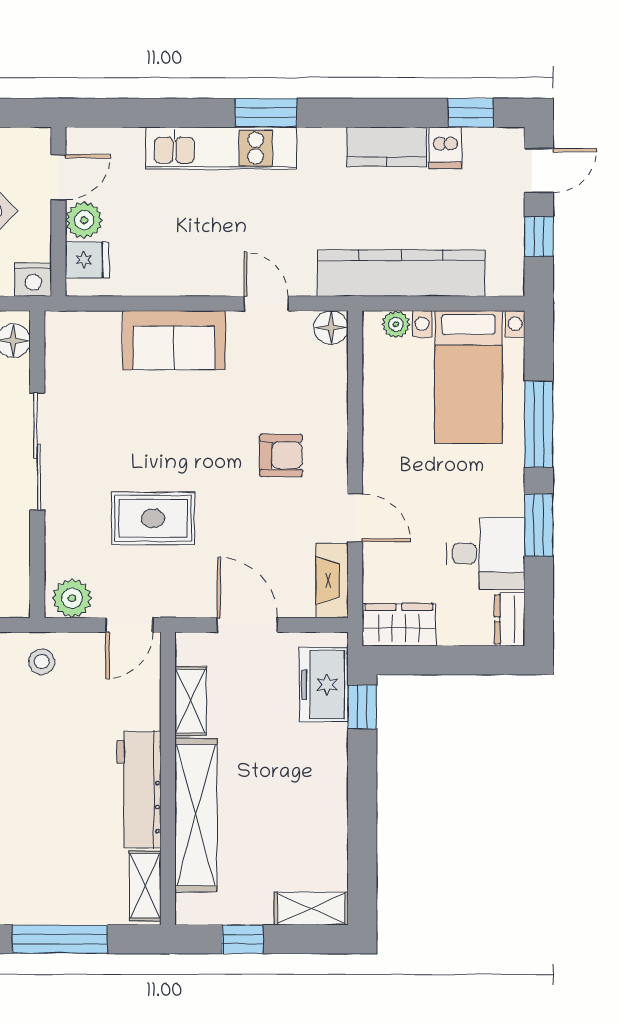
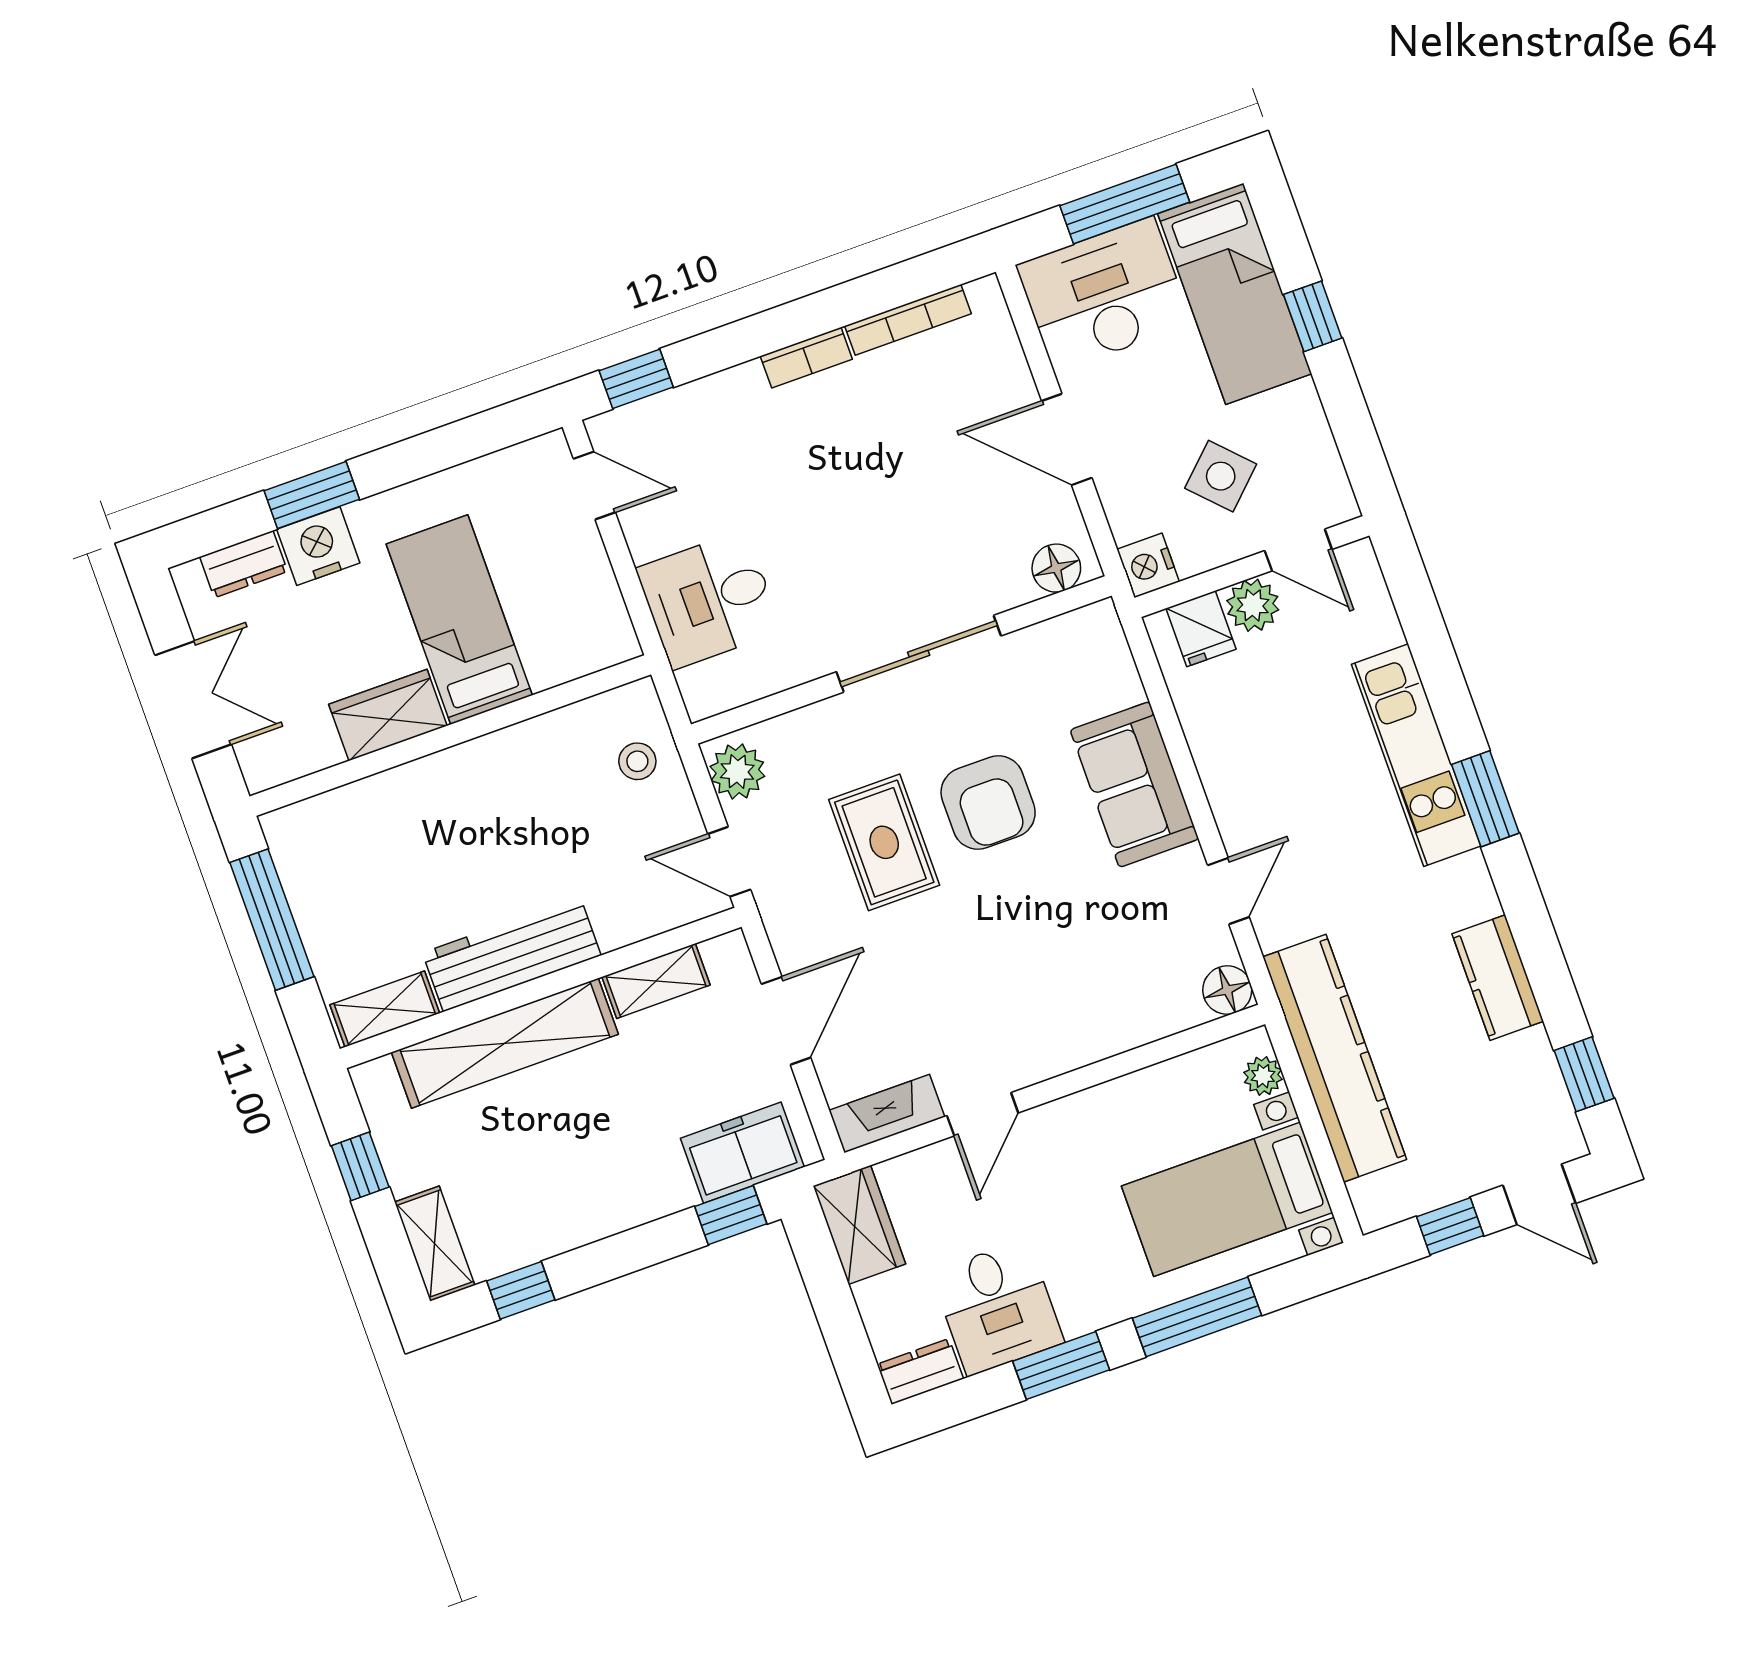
dishwasher: (445, 148) -> (1525, 1057), removed
armchair: (281, 455) -> (988, 803), moved, width x1.38, depth x1.38
window: (362, 863) -> (521, 1290), added

